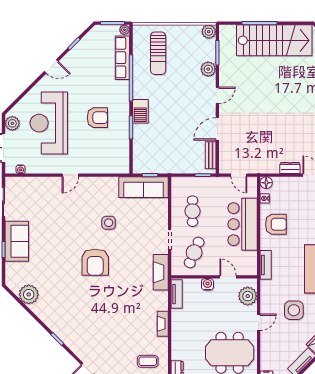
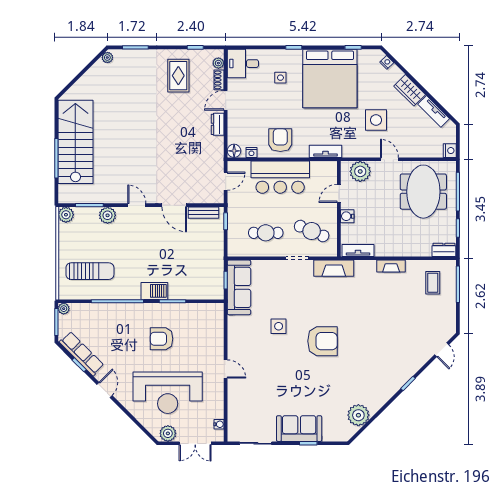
row of seats: (122, 58) -> (82, 354), moved, turned -135
armchair: (97, 118) -> (162, 339), turned -90

